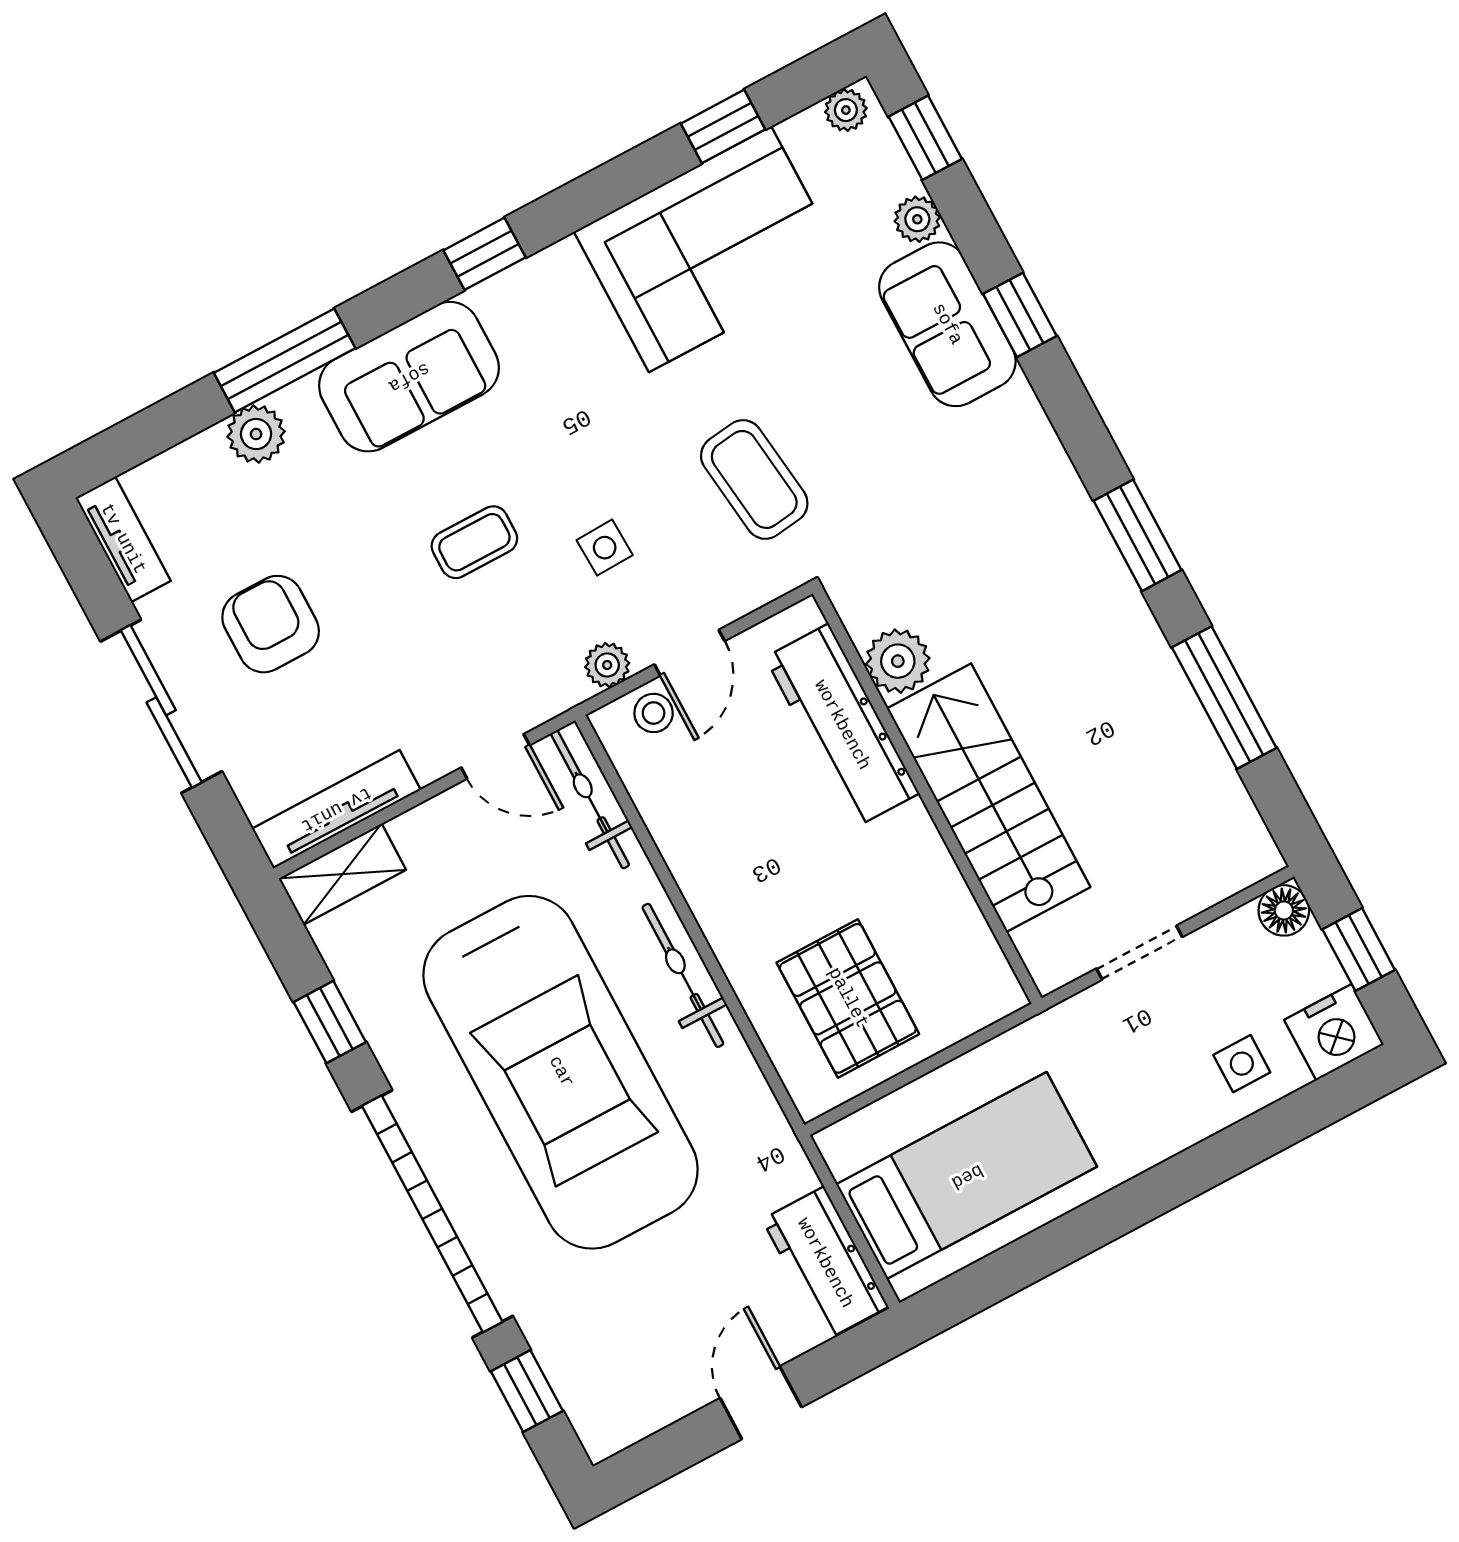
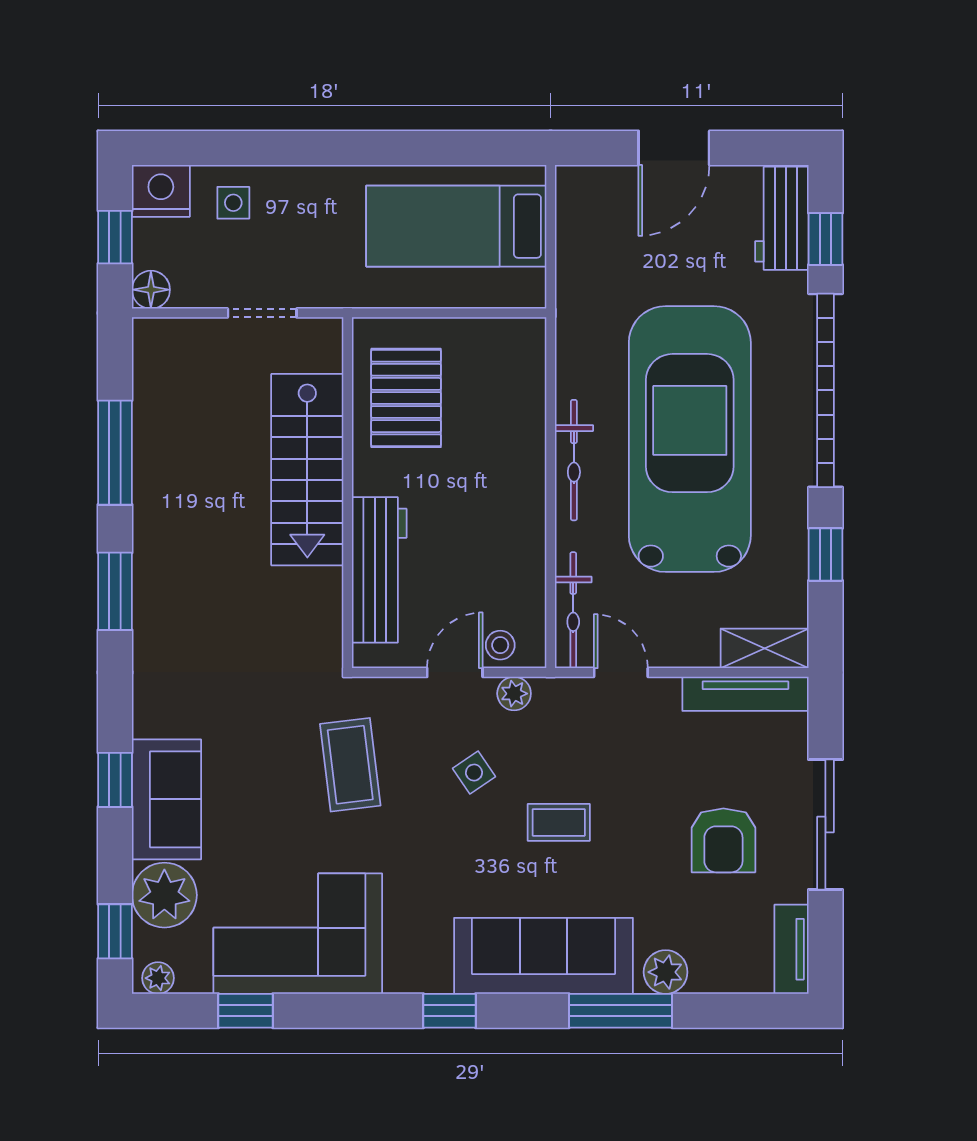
plant: (917, 219) -> (164, 895), width x1.88, depth x1.88
sofa: (409, 377) -> (543, 956), width x1.36
side table: (605, 548) -> (474, 773), turned -32
plant: (898, 661) -> (319, 593), removed
pallet: (848, 998) -> (406, 398), moved
workbench: (825, 1263) -> (782, 218), moved, turned 180
door: (761, 1403) -> (674, 148), width x1.38

